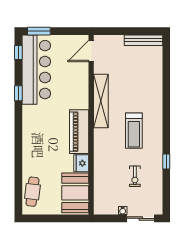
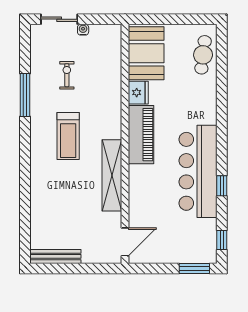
bar counter: (36, 70) -> (198, 171), moved
treadmill: (134, 131) -> (68, 136), turned 180
window: (166, 161) -> (25, 95), width x2.17

